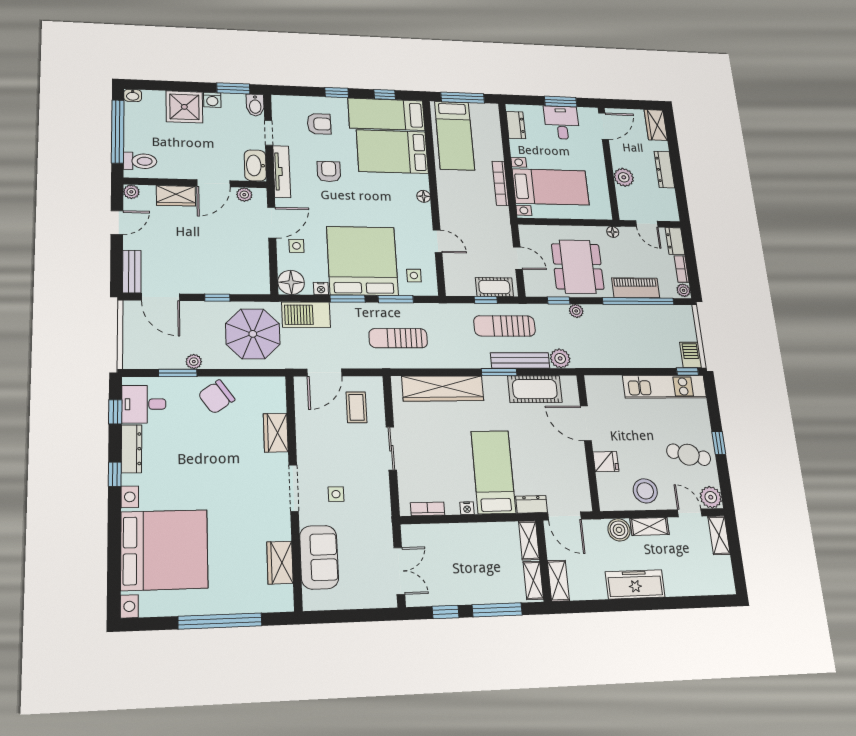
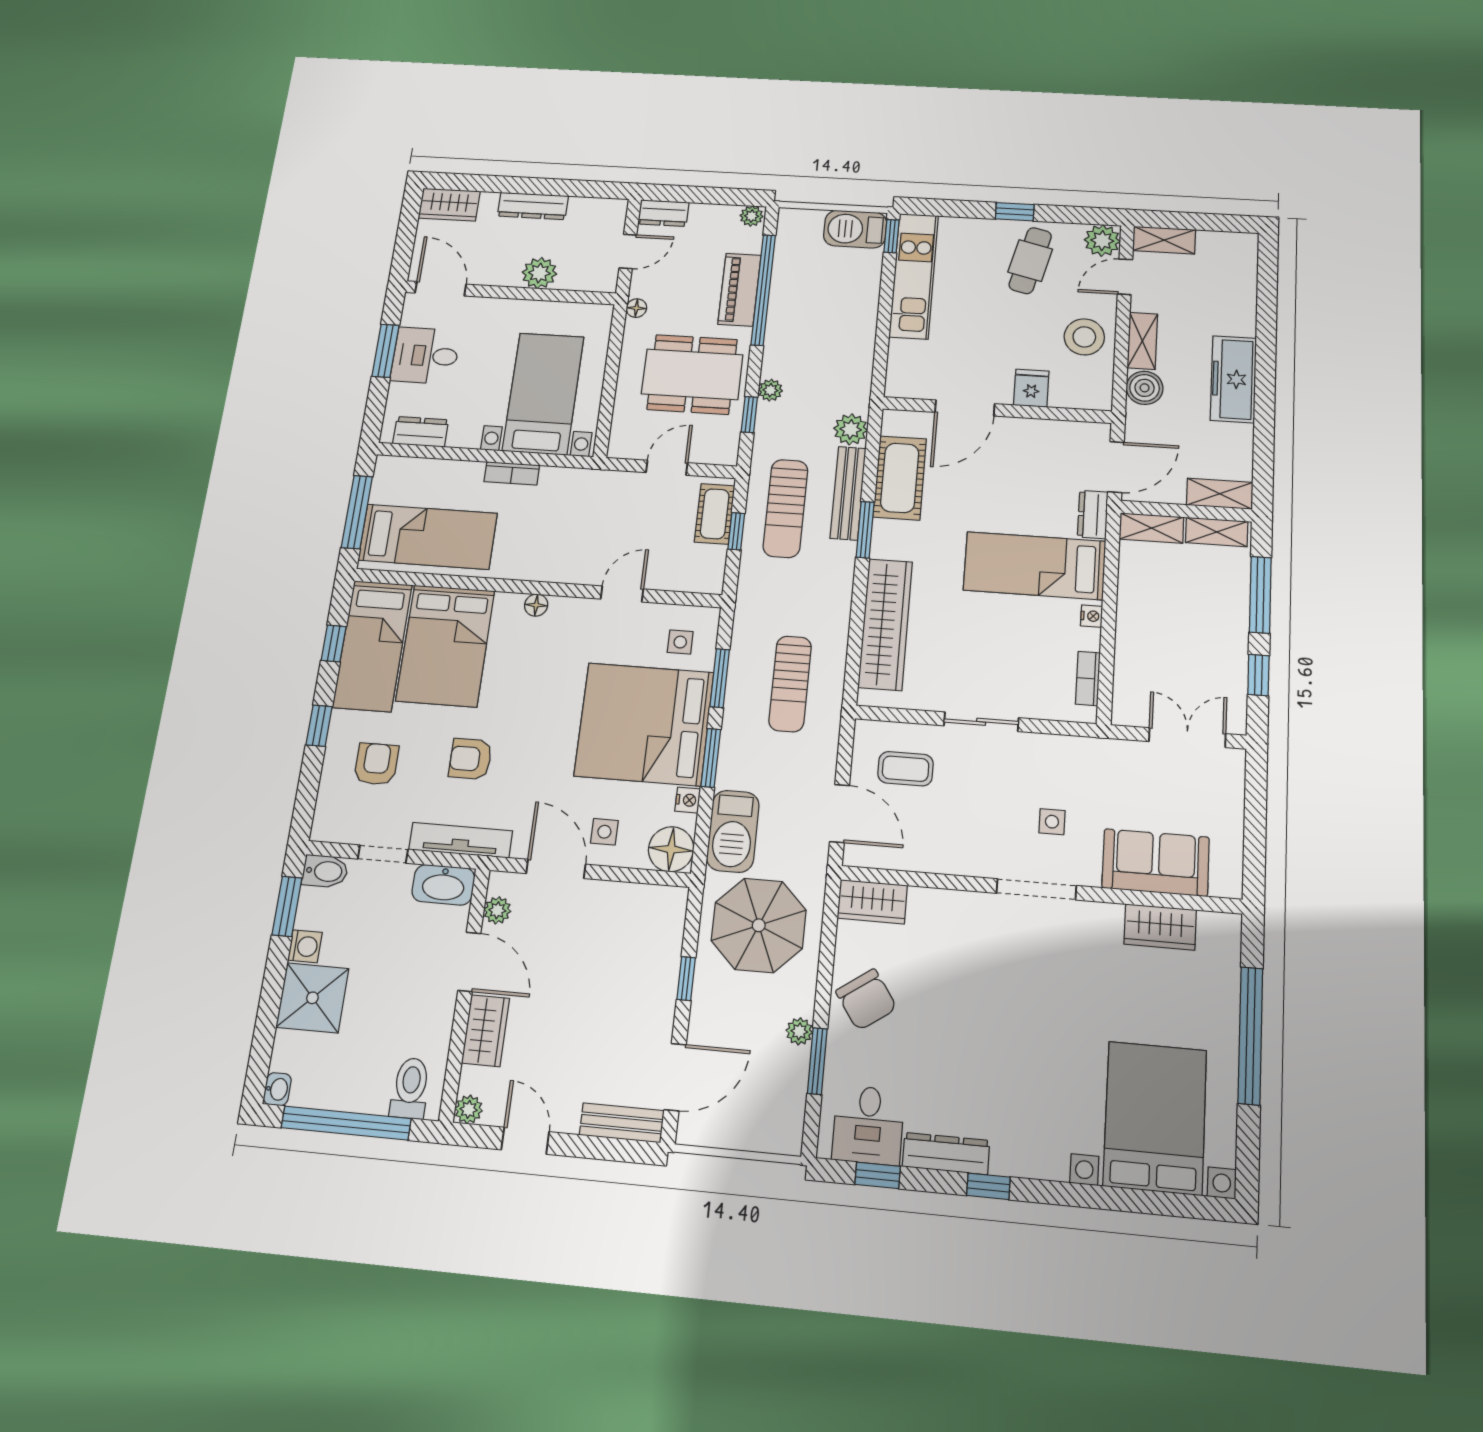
bookcase: (500, 183) -> (512, 473), width x0.64
bookcase: (682, 269) -> (714, 212), removed
barbecue: (691, 355) -> (855, 229), width x1.38, depth x1.27
wardrobe: (276, 433) -> (872, 902), moved
bed with nightstands: (164, 550) -> (1155, 1118), width x0.73

